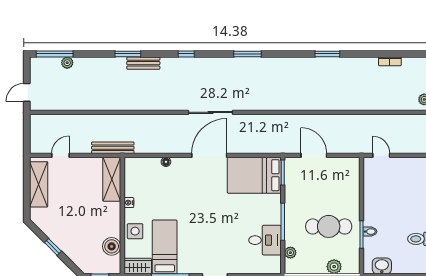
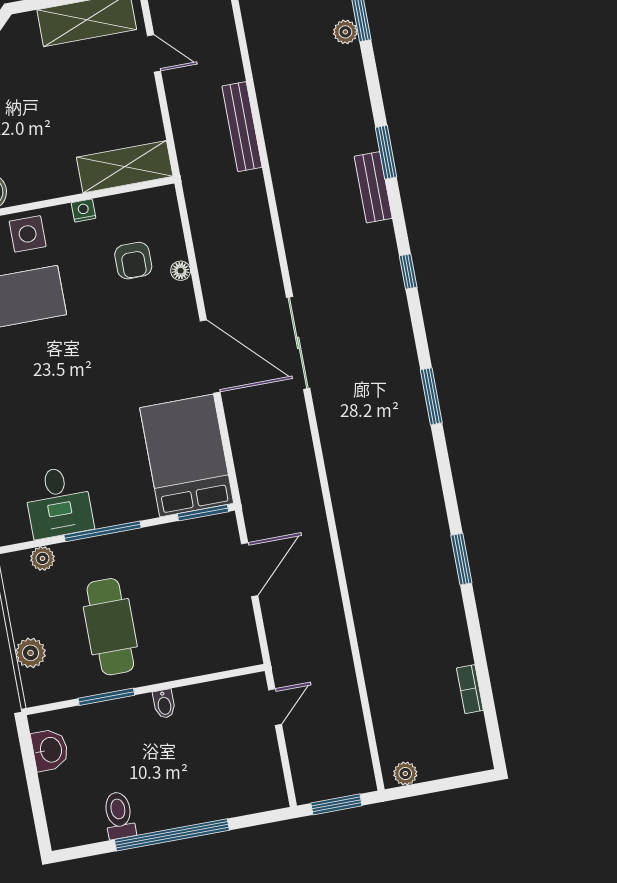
bench: (113, 148) -> (242, 127), moved
armchair: (157, 183) -> (133, 261), added
bidet: (370, 232) -> (164, 704), moved

